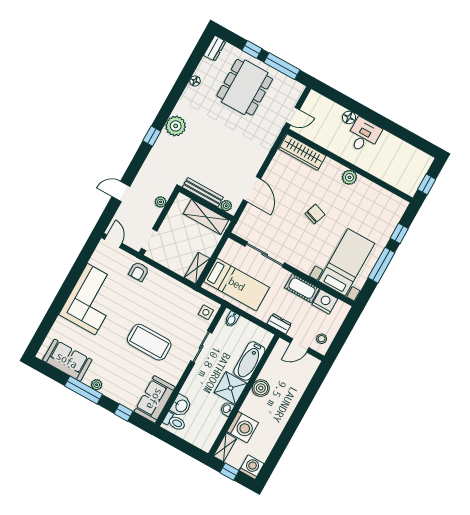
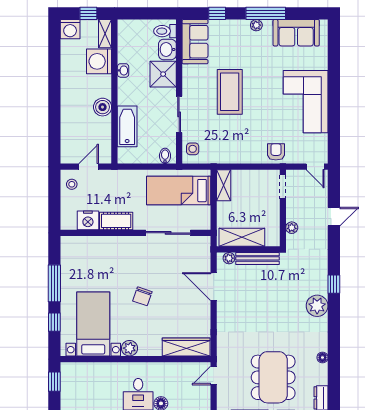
bed with nightstands: (347, 262) -> (93, 324), moved, turned 180
dresser: (279, 324) -> (119, 176), removed
coffee table: (149, 342) -> (230, 92), turned 90
shower: (231, 388) -> (163, 74), moved

